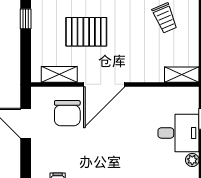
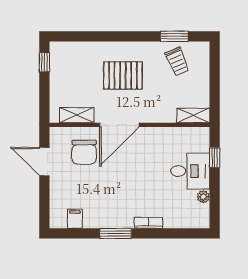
pallet: (86, 32) -> (123, 75), moved

